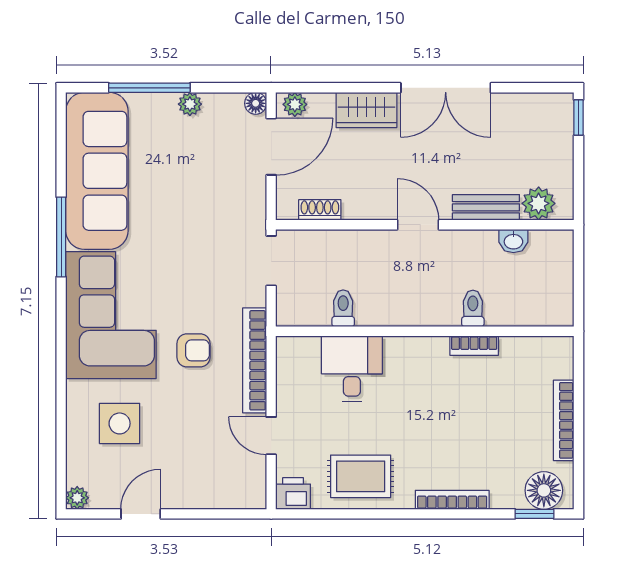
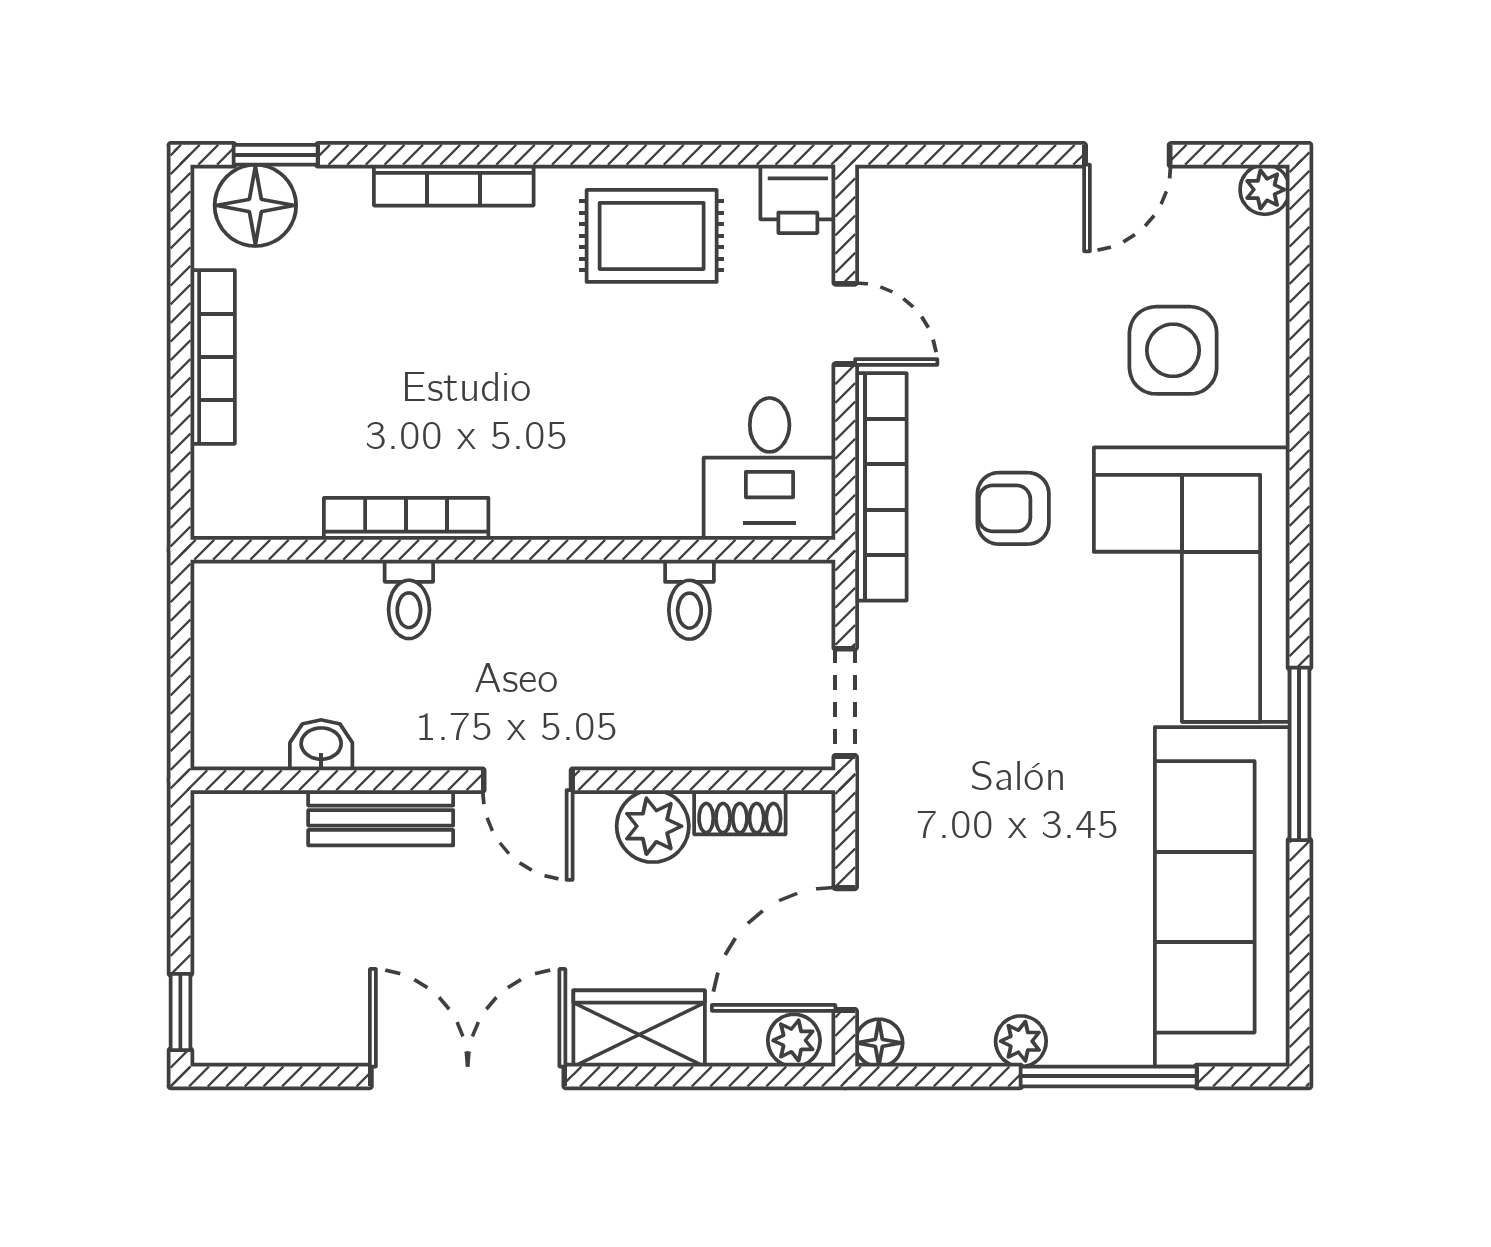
plant: (539, 203) -> (653, 826), moved
bookcase: (474, 346) -> (406, 519), width x1.56
desk: (352, 369) -> (770, 469), moved

